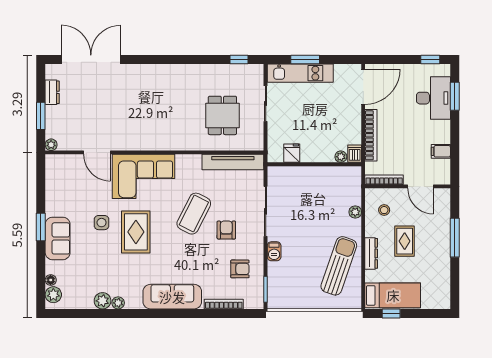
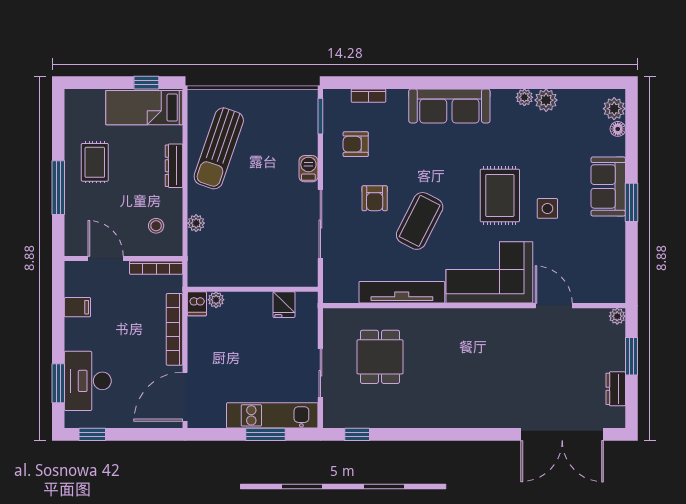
tv unit: (233, 162) -> (402, 292), moved
rug: (405, 241) -> (95, 162), moved
bookcase: (224, 304) -> (368, 96), width x0.64

